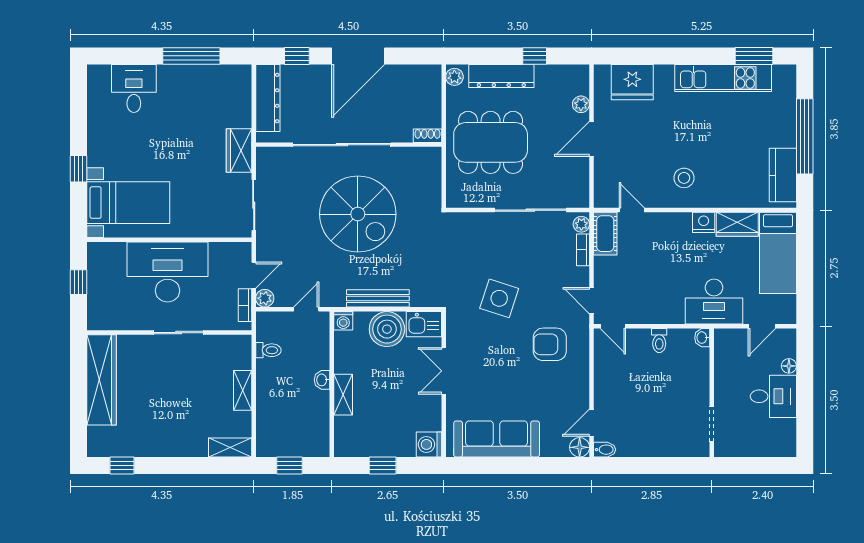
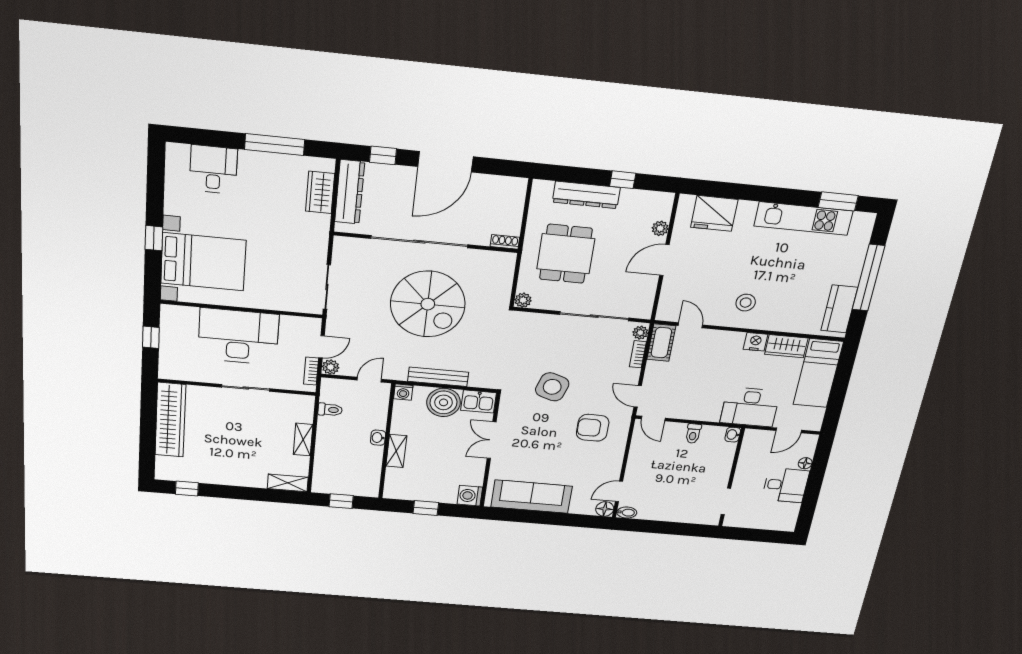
plant: (454, 77) -> (523, 300), moved
dining table: (491, 142) -> (566, 254), width x0.73
wardrobe: (239, 151) -> (320, 192), moved
bed with nightstands: (128, 203) -> (203, 262), width x1.36

